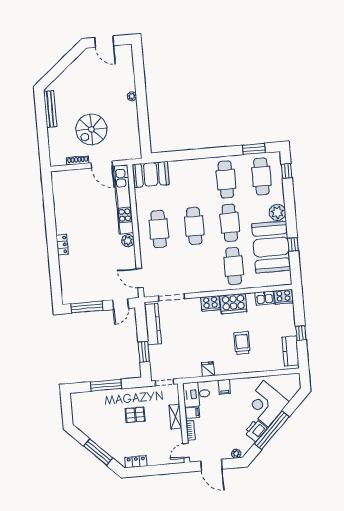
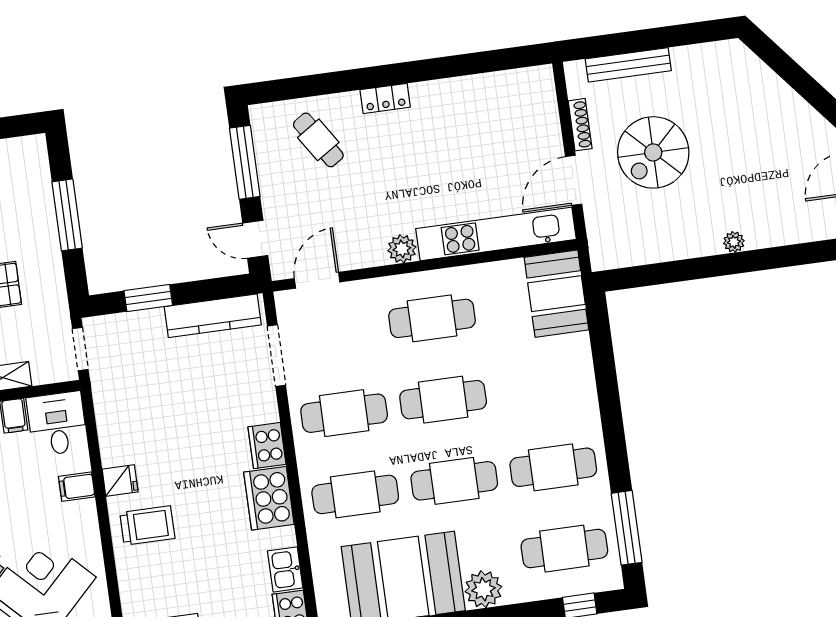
bench: (50, 109) -> (628, 65), moved
spiral stairs: (91, 129) -> (653, 152), turned -90
window: (254, 149) -> (627, 528), width x1.44
cafe table: (198, 269) -> (344, 413), added
cafe table: (79, 275) -> (318, 140), added
trolley: (242, 343) -> (147, 525), moved
fridge: (208, 369) -> (120, 481), moved

